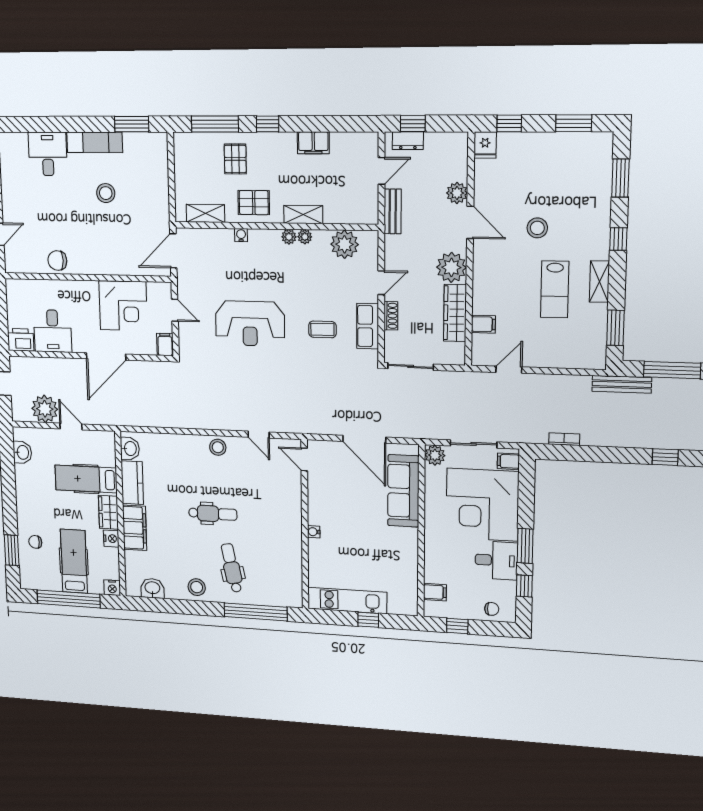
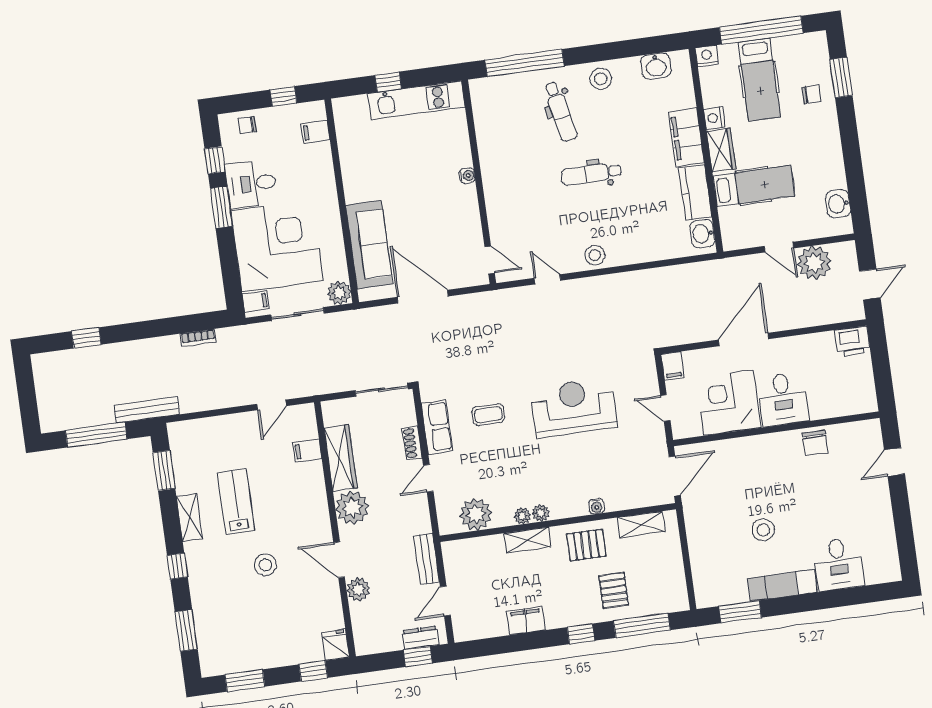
chair: (57, 261) -> (815, 443), turned 90
desk: (53, 331) -> (783, 399), moved, turned 180

